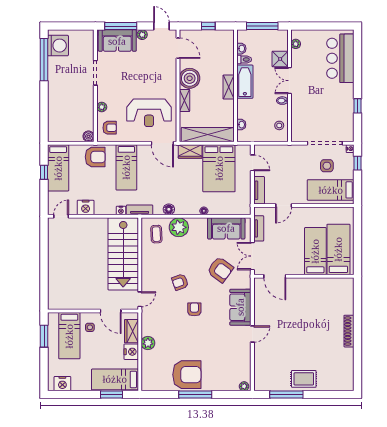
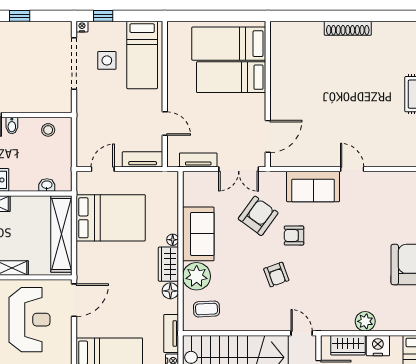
wardrobe: (190, 151) -> (168, 264), moved, turned 180
sofa: (226, 228) -> (198, 234), moved
armchair: (194, 309) -> (294, 235), moved

